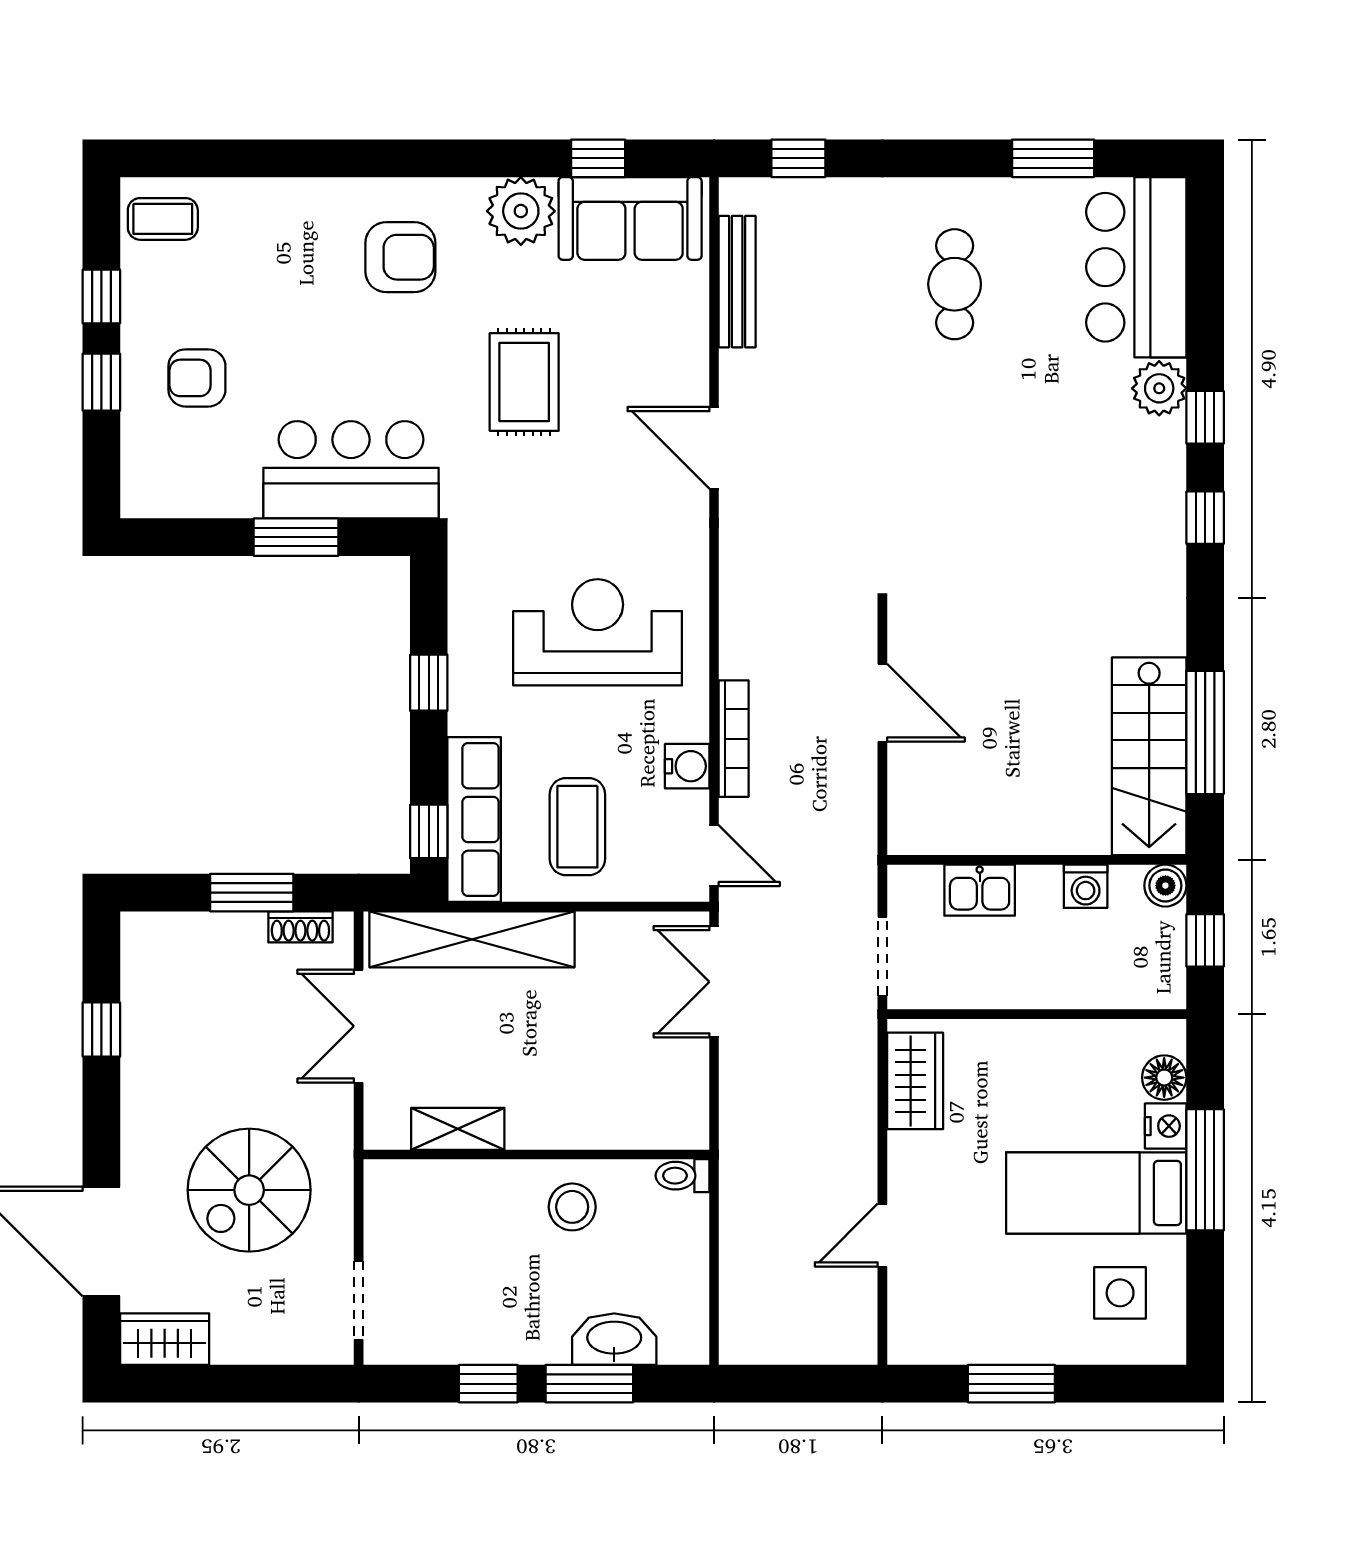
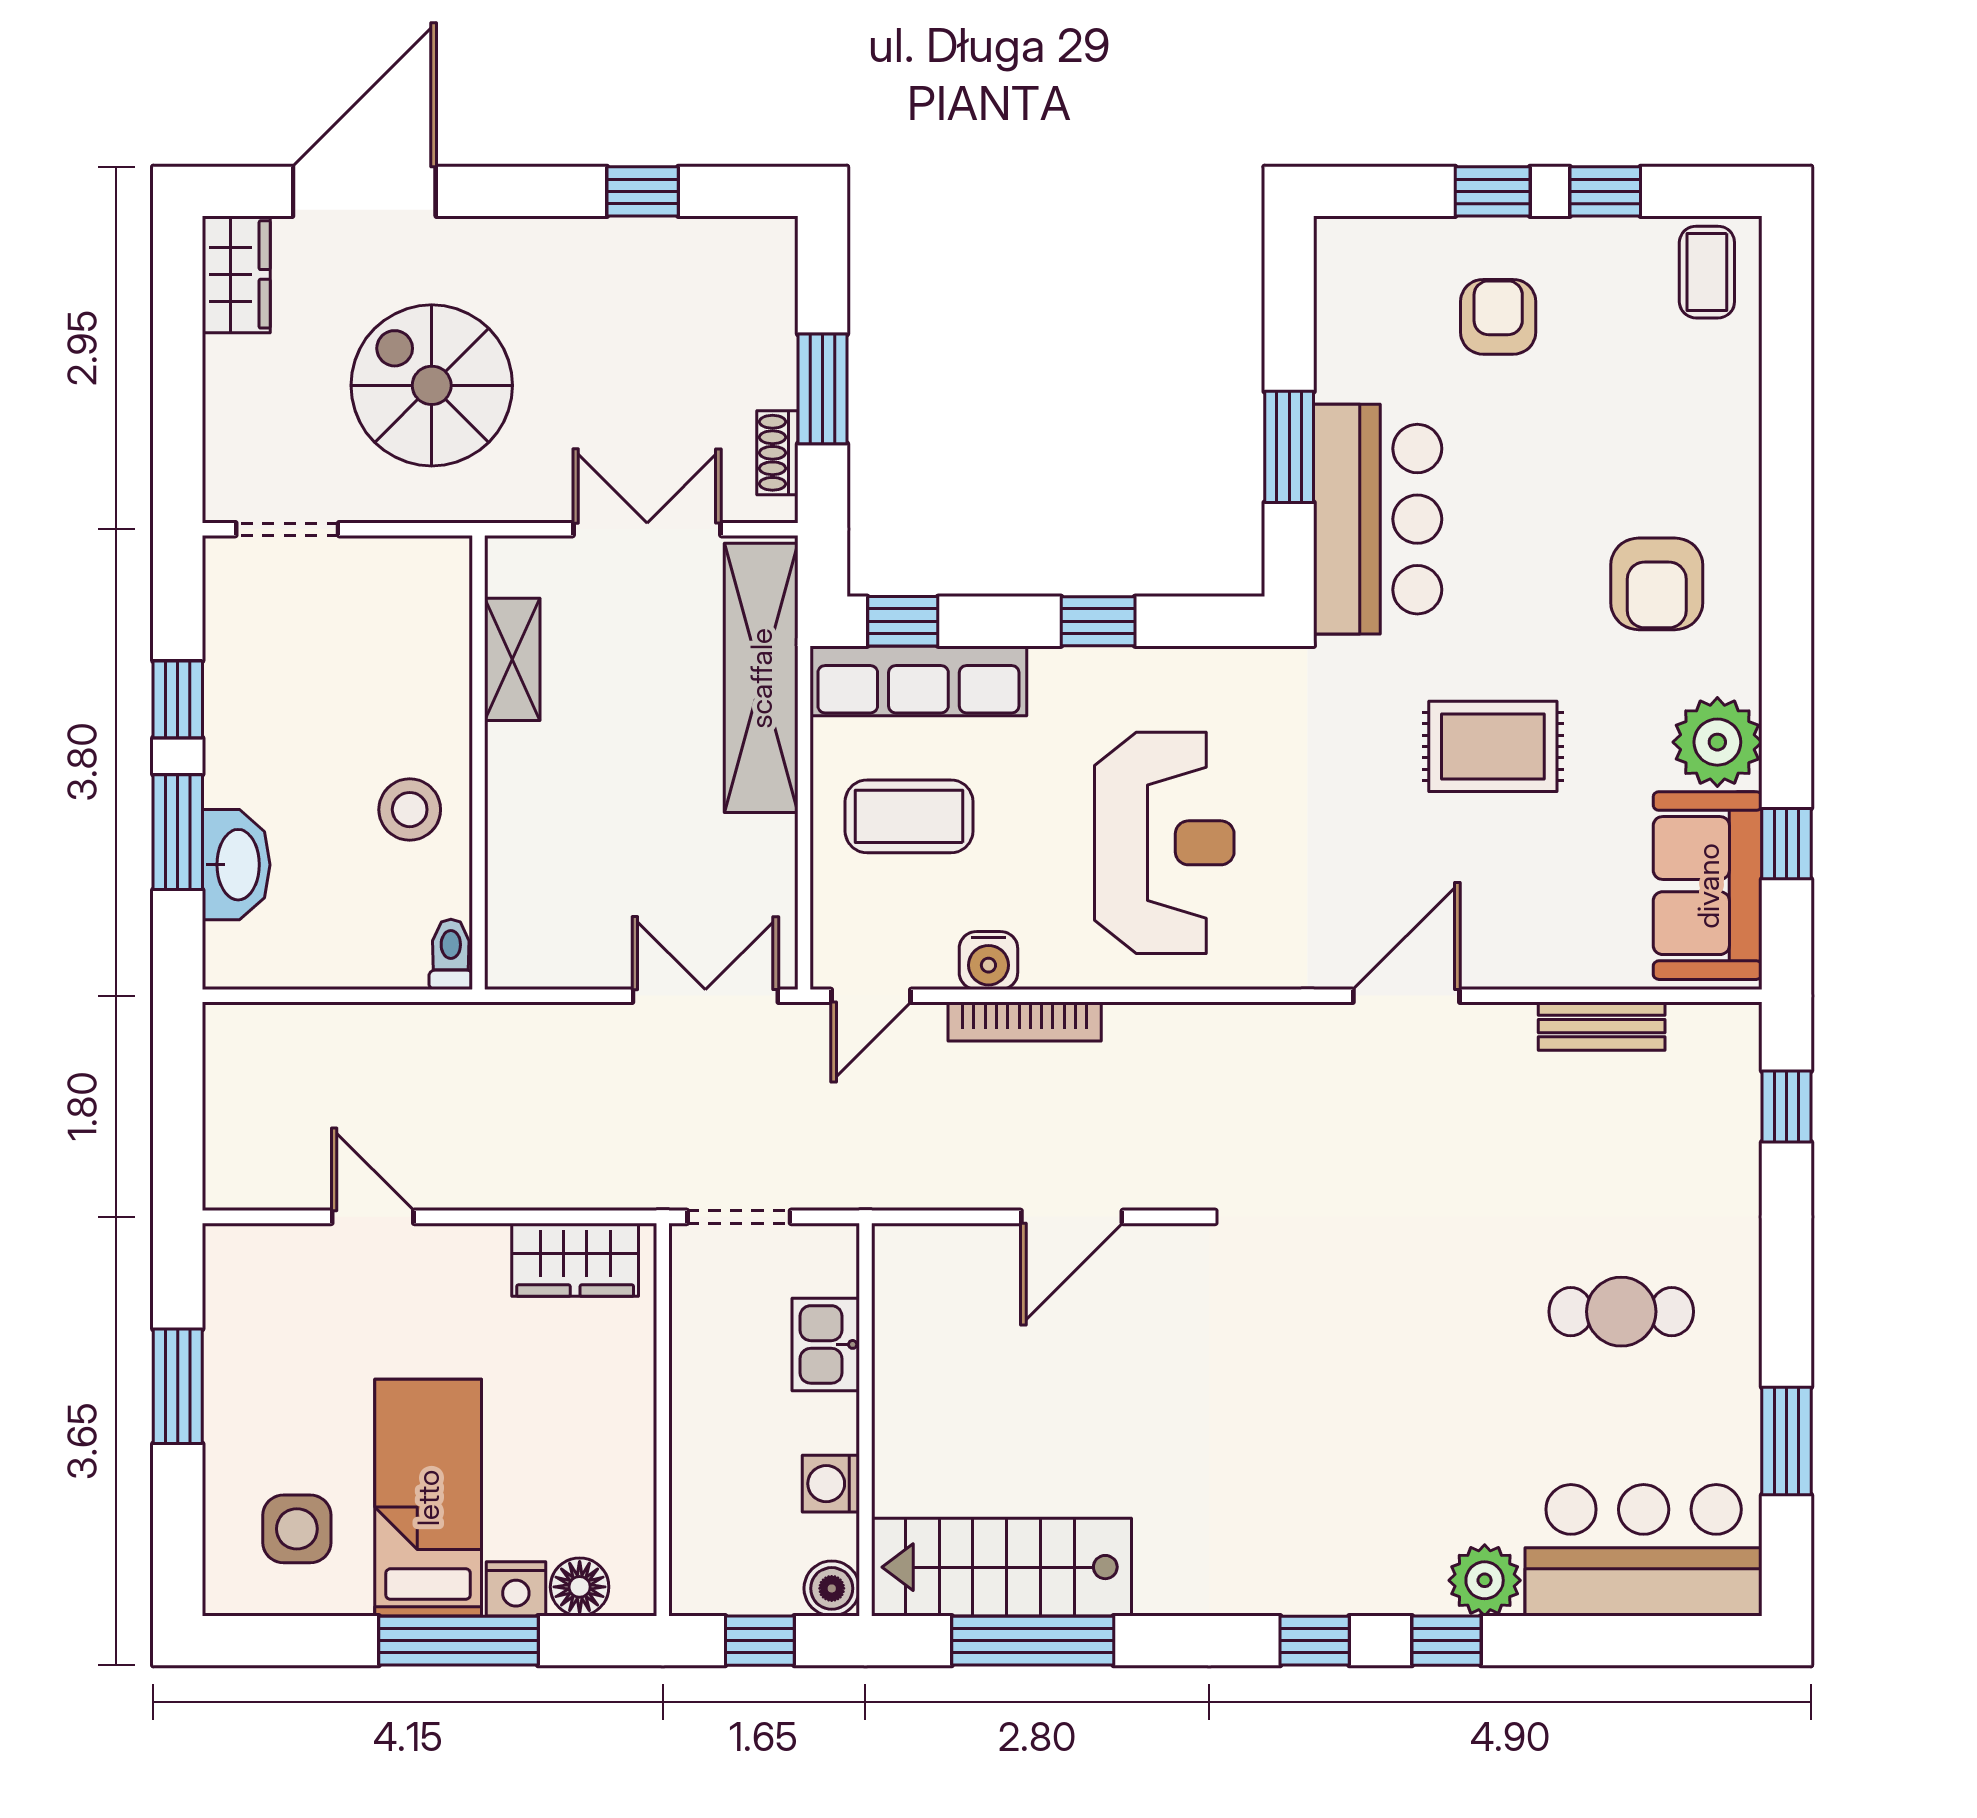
bench: (737, 282) -> (1602, 1026), width x0.73

